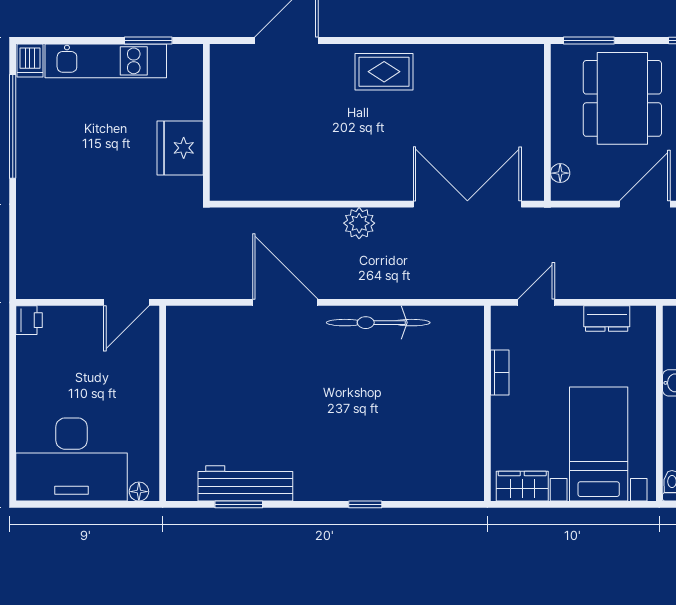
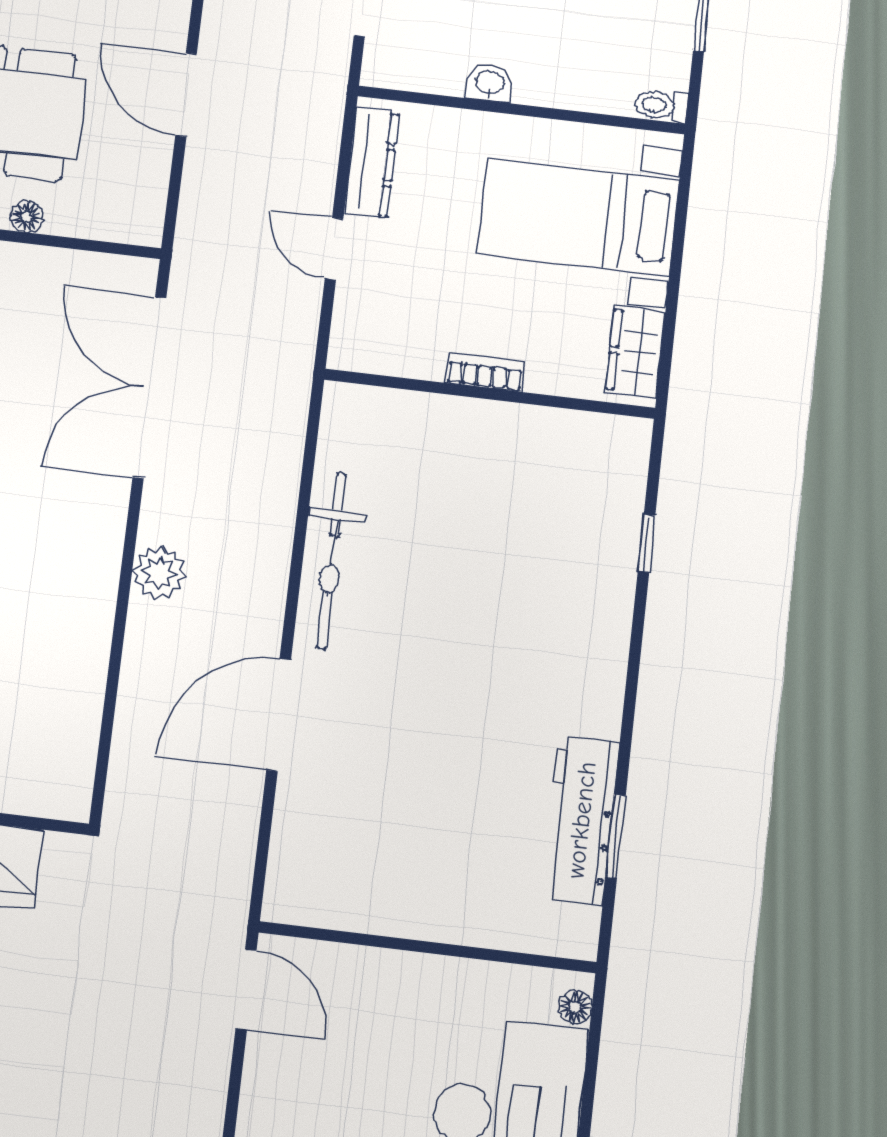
floor lamp: (560, 173) -> (27, 217), moved
door: (536, 302) -> (334, 249), moved
dresser: (607, 319) -> (372, 163), width x1.44
bookcase: (500, 373) -> (485, 372), moved
window: (365, 504) -> (647, 543), moved

